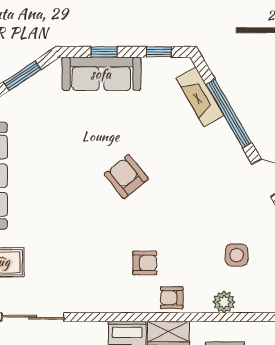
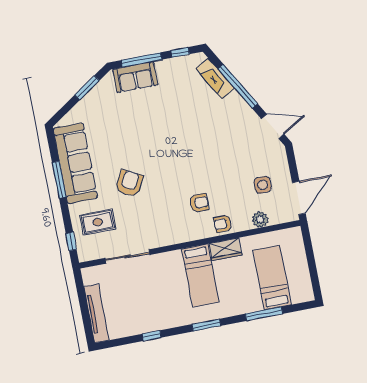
window: (104, 52) -> (141, 60), width x2.17
sofa: (101, 74) -> (135, 77), width x0.73
armchair: (126, 177) -> (129, 183), moved, turned 67

